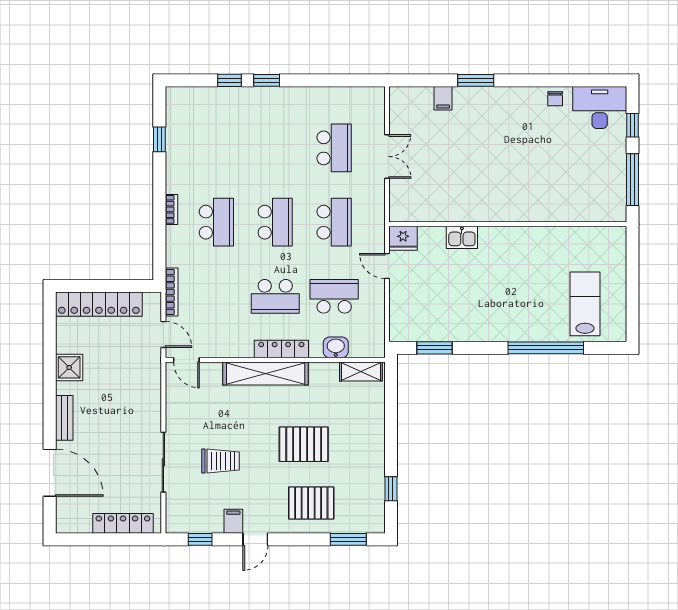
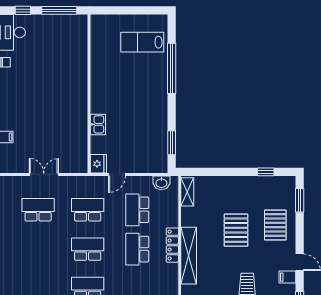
school desk: (275, 296) -> (137, 249), turned 180
washbasin: (336, 347) -> (161, 183), moved, turned -90

